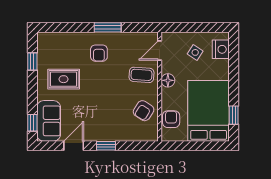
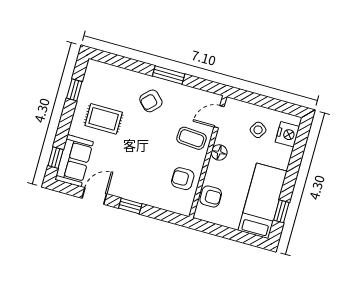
armchair: (99, 53) -> (151, 101), turned 45
armchair: (144, 111) -> (183, 179), turned 57
bed: (209, 111) -> (263, 201), width x0.67
armchair: (171, 119) -> (211, 197), turned 90

